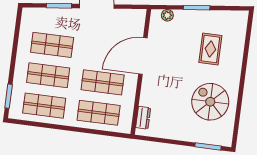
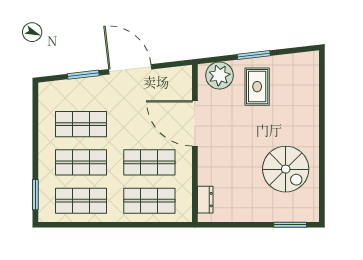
plant: (167, 15) -> (219, 75), width x1.87, depth x1.87
rug: (210, 49) -> (257, 87), moved
door: (143, 56) -> (195, 123), hinge flipped
spiral stairs: (210, 102) -> (286, 169), turned 180

